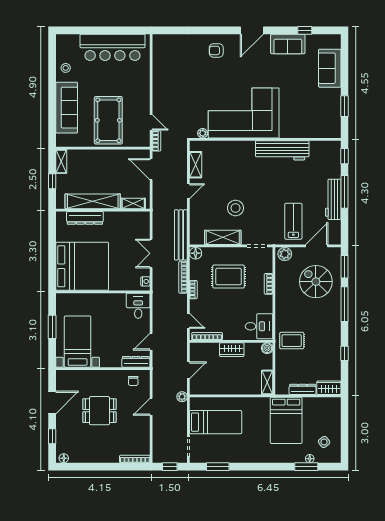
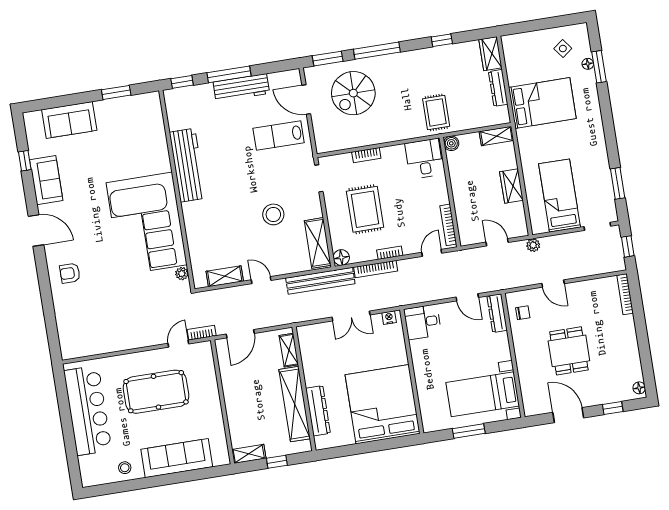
armchair: (216, 50) -> (70, 273), turned 90
pool table: (108, 120) -> (156, 392), moved
shelving: (223, 237) -> (318, 243), moved
plant: (285, 254) -> (324, 140), removed
wardrobe: (232, 350) -> (511, 186), moved, turned 180

